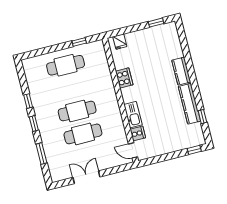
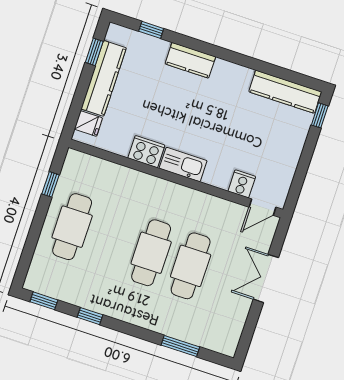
kitchen counter: (146, 35) -> (104, 78), added
kitchen counter: (189, 104) -> (285, 92), moved
kitchen sink: (133, 115) -> (183, 165), moved
window: (202, 117) -> (151, 30), moved
window: (34, 124) -> (44, 301), moved
double door: (86, 177) -> (266, 278), moved

